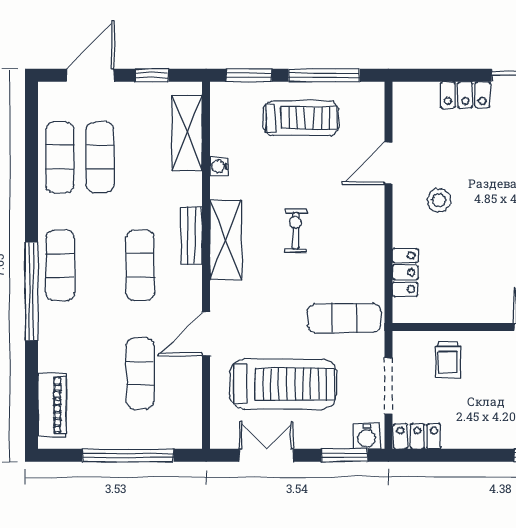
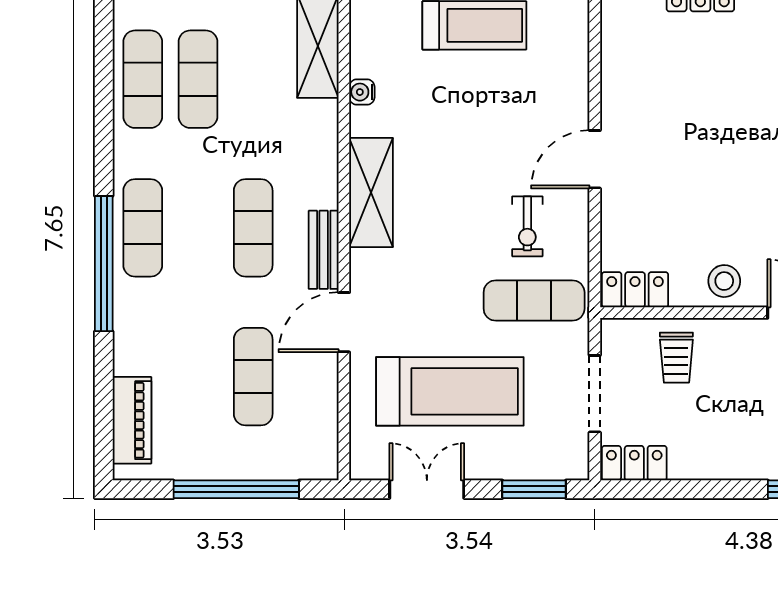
door: (388, 163) -> (595, 159), moved
stool: (439, 200) -> (724, 281), moved
exercise bike: (296, 231) -> (527, 226), moved, turned 180
bench: (191, 236) -> (324, 250), moved
locker: (405, 272) -> (635, 290), moved, turned -90
water cooler: (367, 436) -> (565, 463), removed

